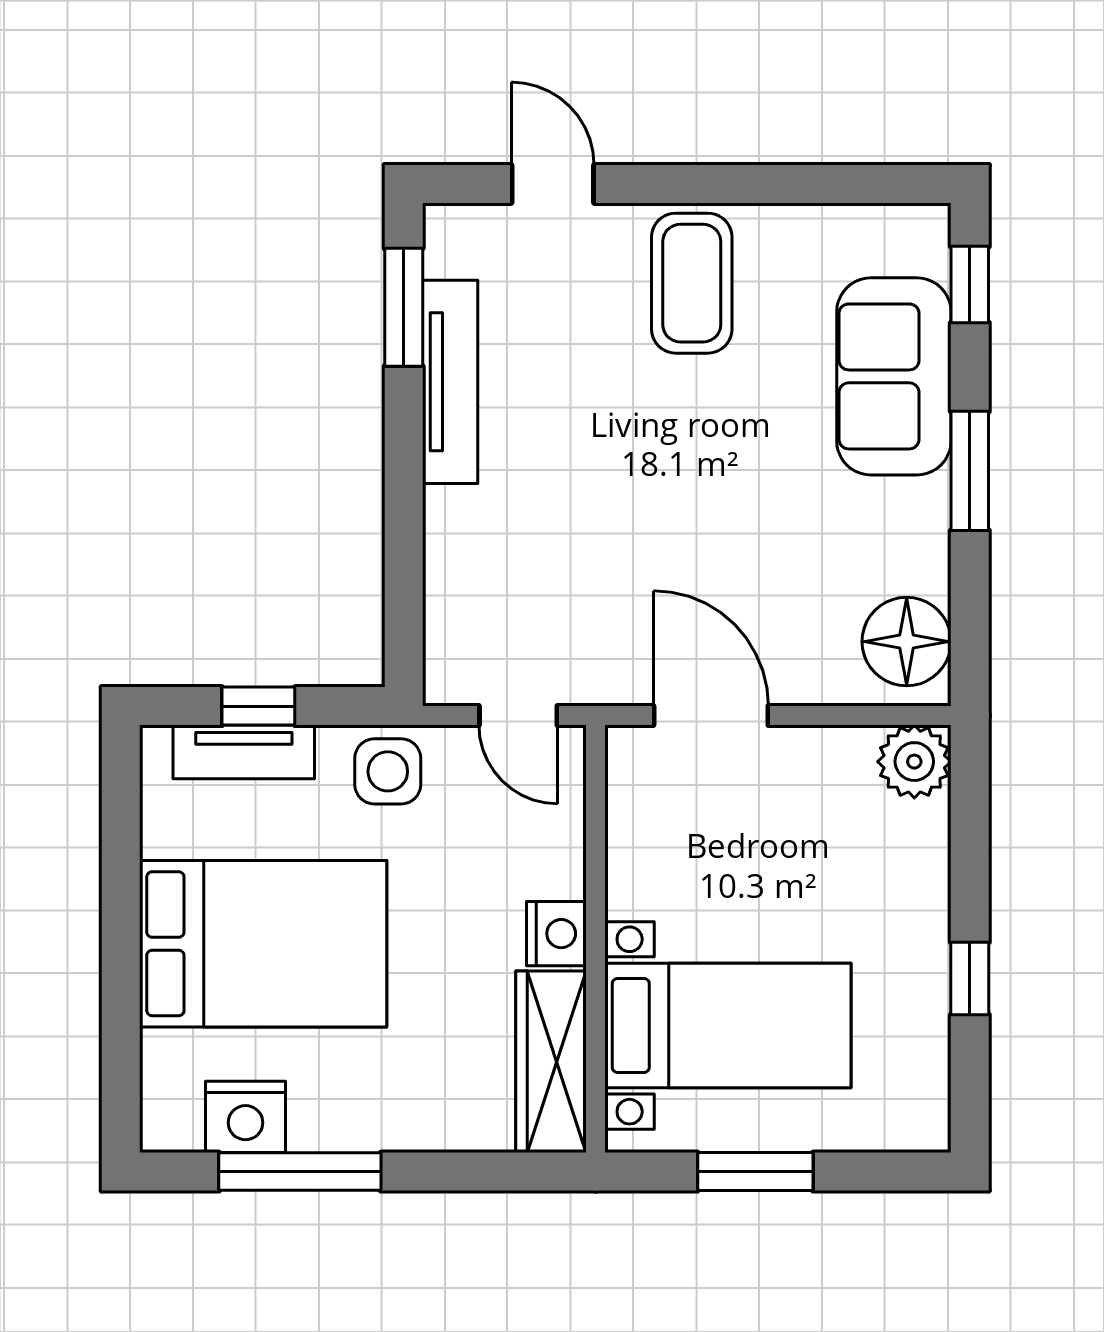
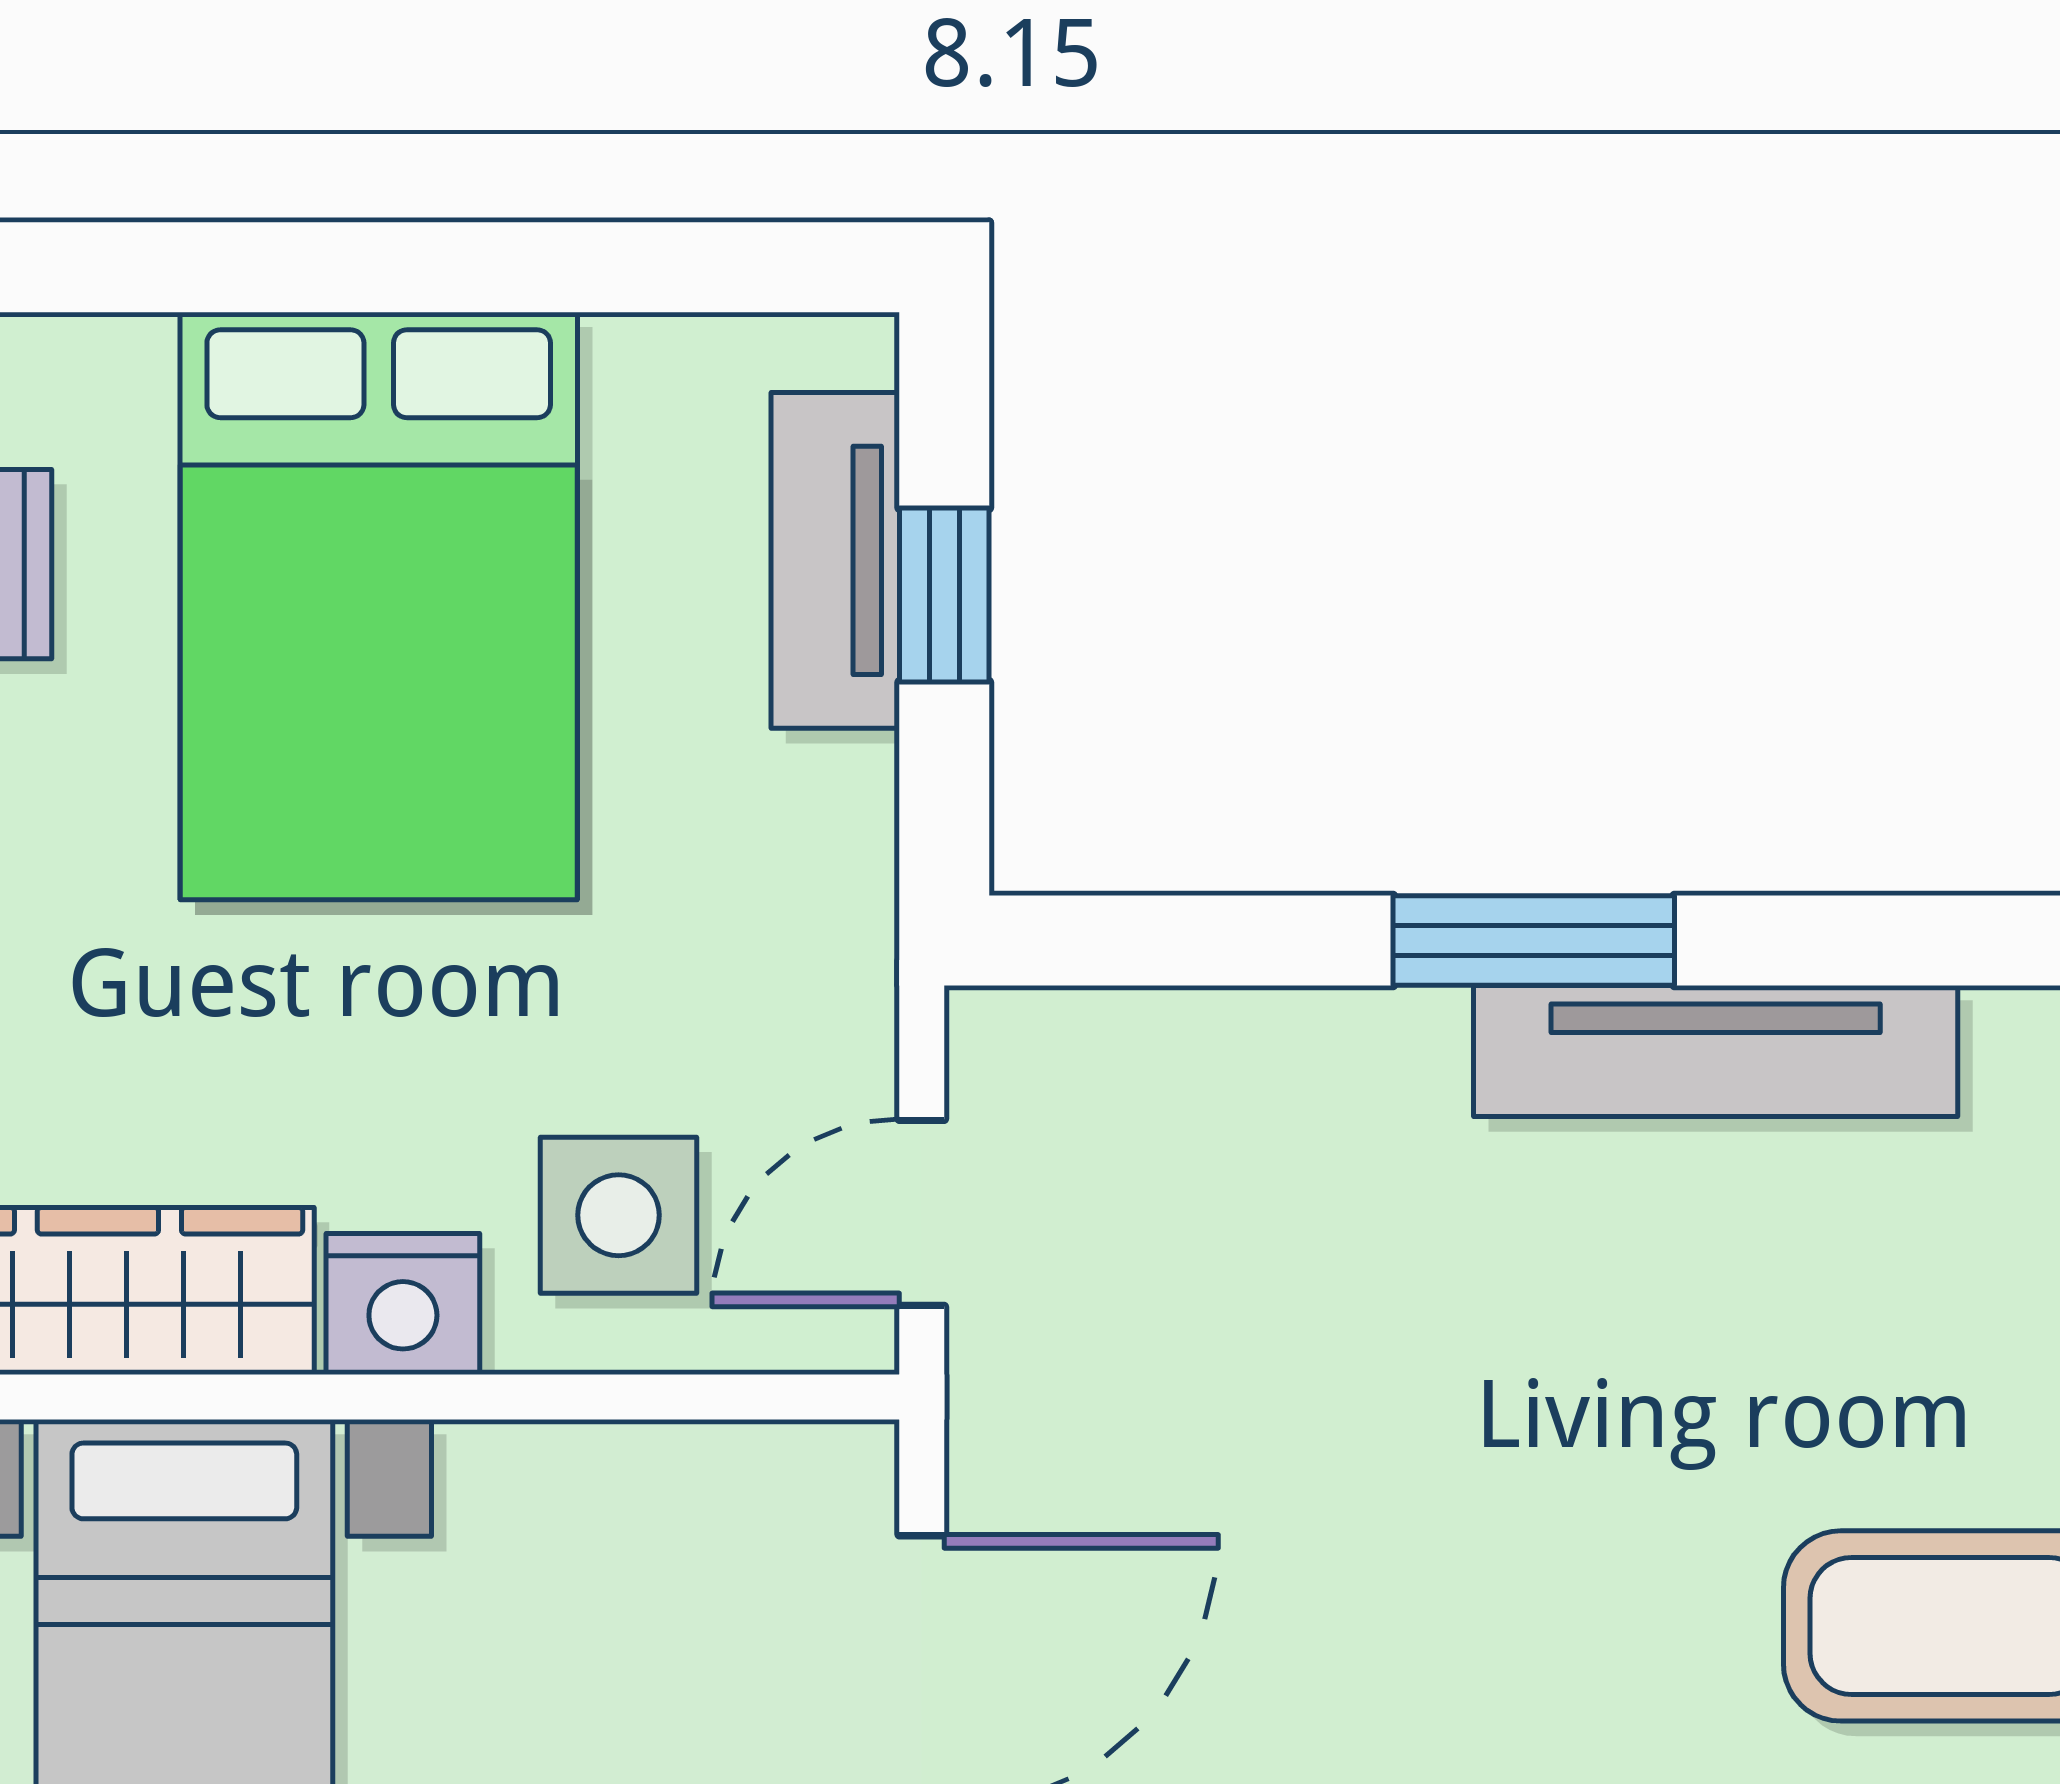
window: (404, 307) -> (1534, 941), moved
side table: (388, 771) -> (619, 1215), moved

